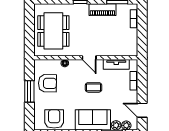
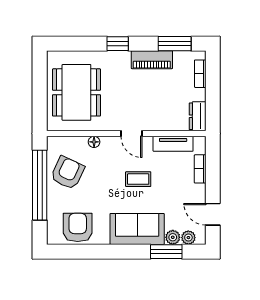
dresser: (132, 47) -> (198, 116), added
armchair: (47, 83) -> (67, 173), turned -66
window: (29, 91) -> (40, 185), width x2.11

